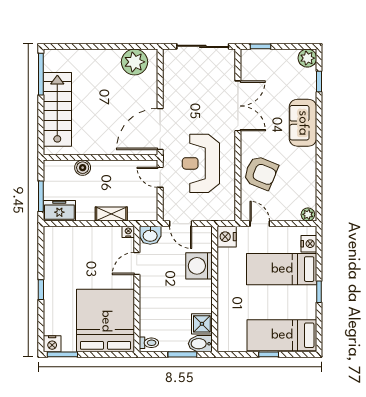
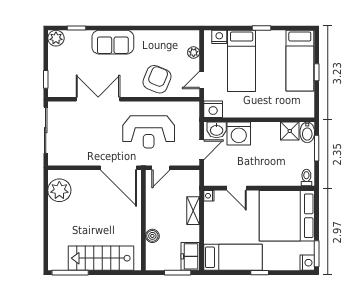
plant: (308, 214) -> (194, 52), moved
washbasin: (150, 235) -> (217, 130), moved, turned 90
bed: (58, 259) -> (233, 257), added

